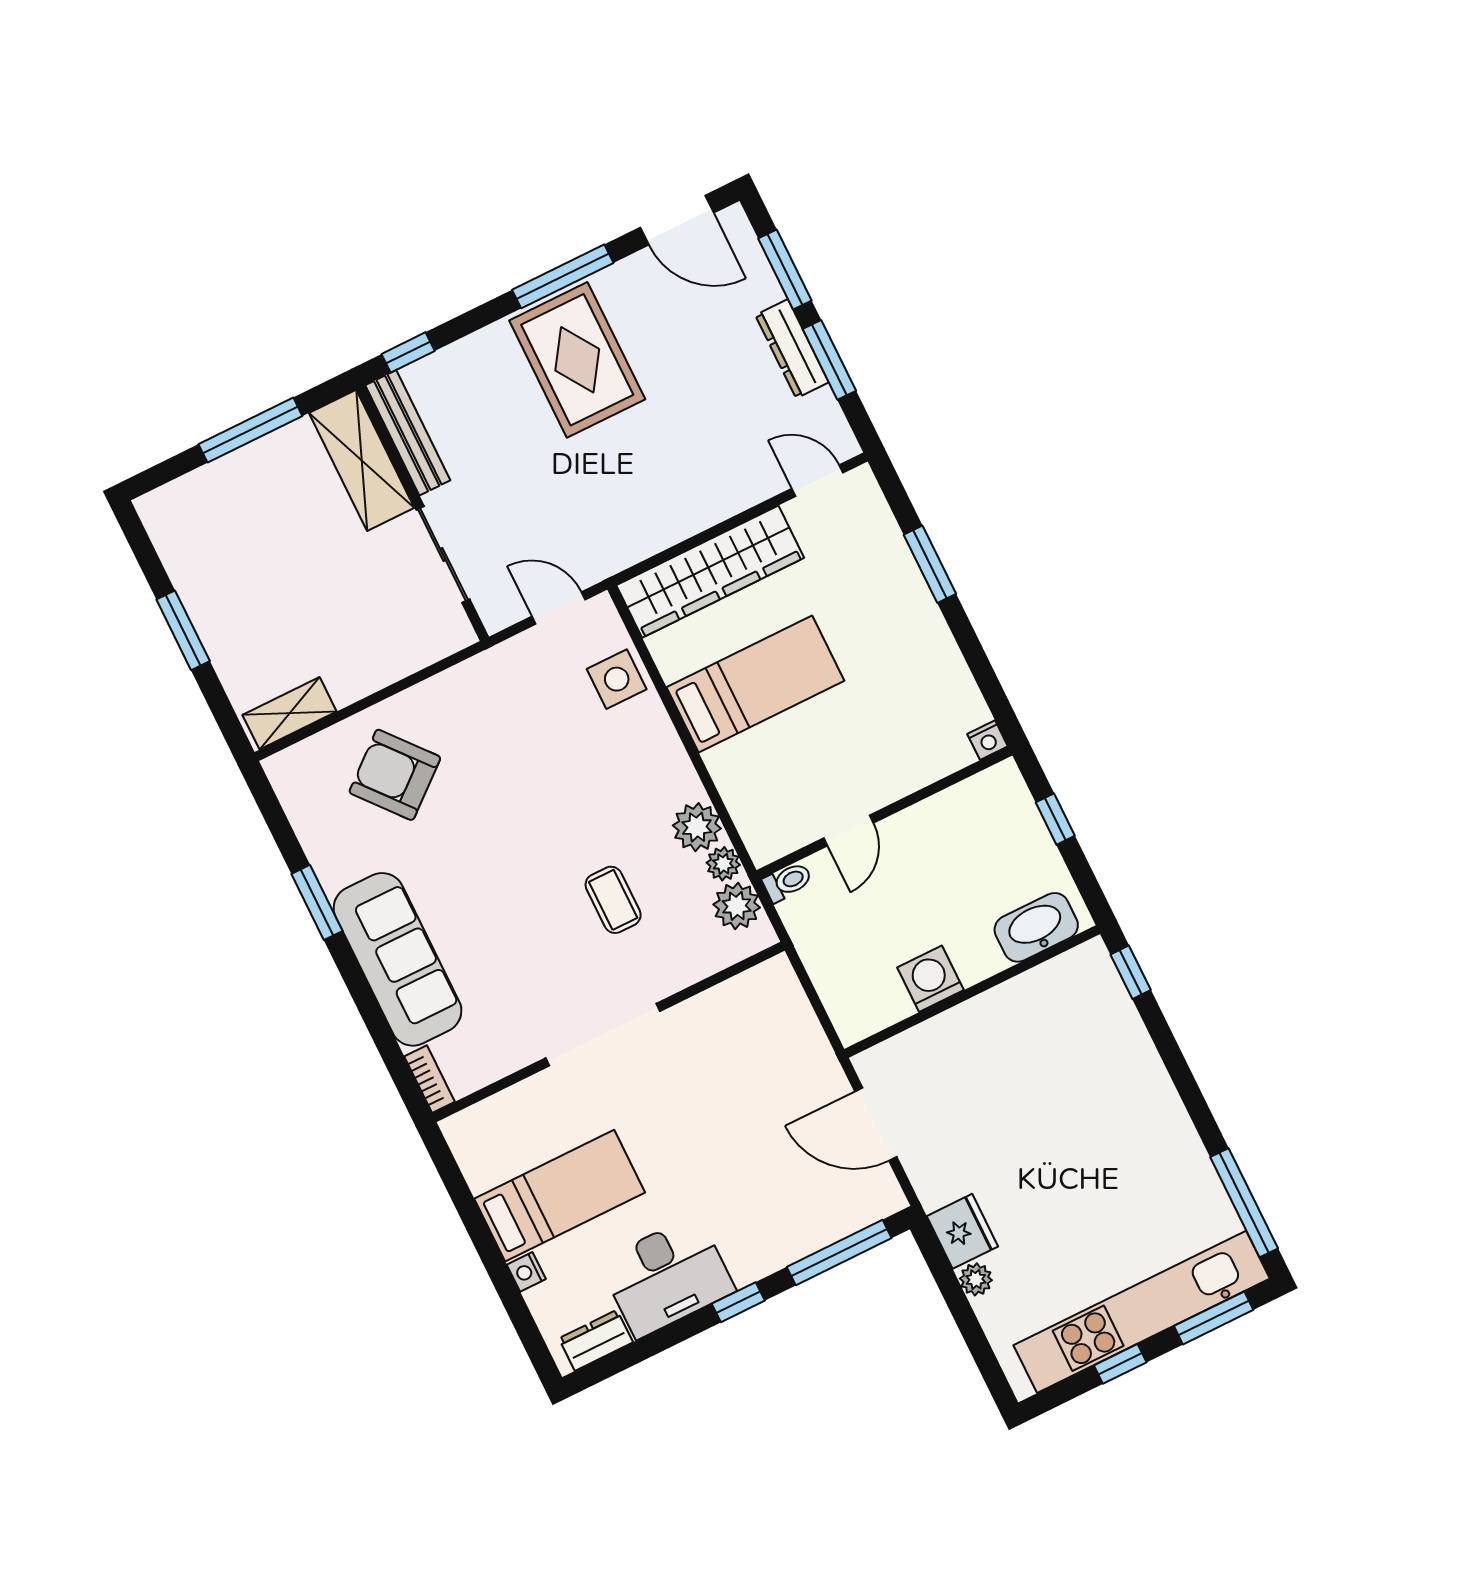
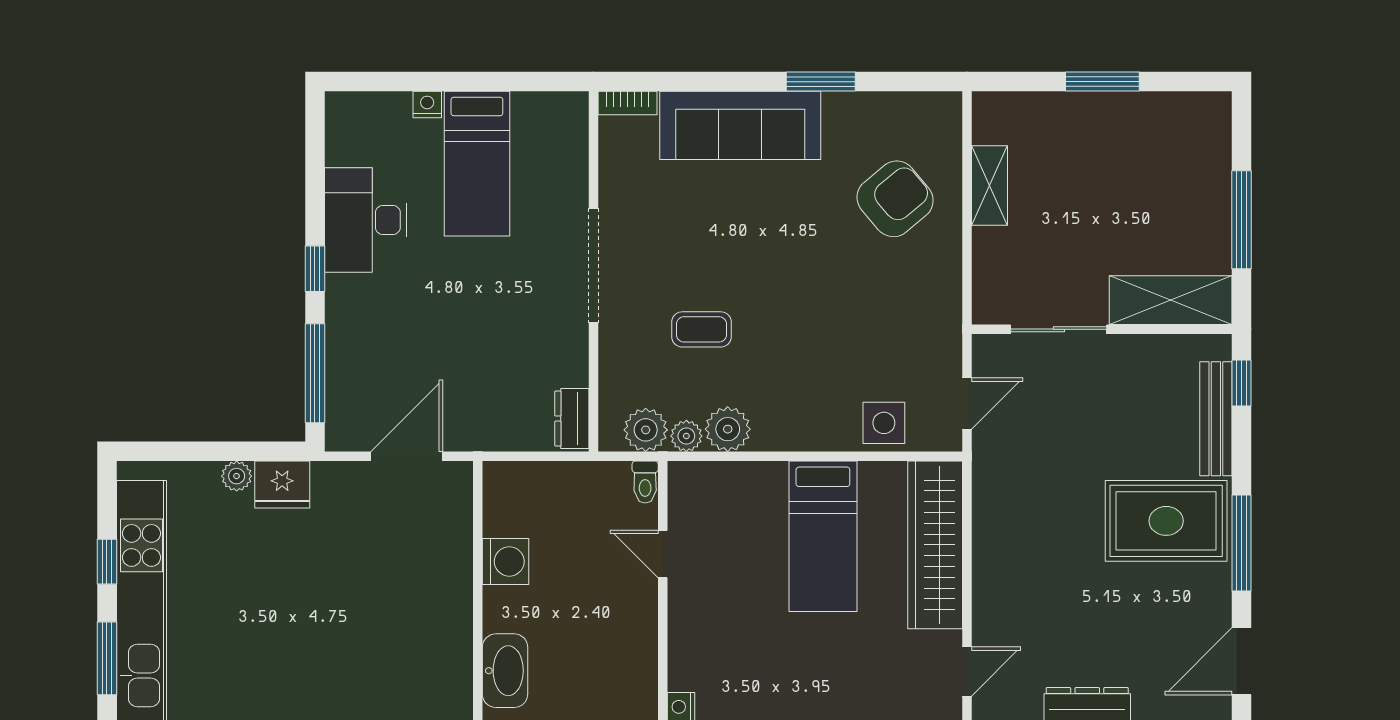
bench: (408, 433) -> (1216, 419), moved, turned 90
shelving: (290, 713) -> (990, 185), moved
dresser: (596, 1340) -> (572, 419), moved, turned 180

